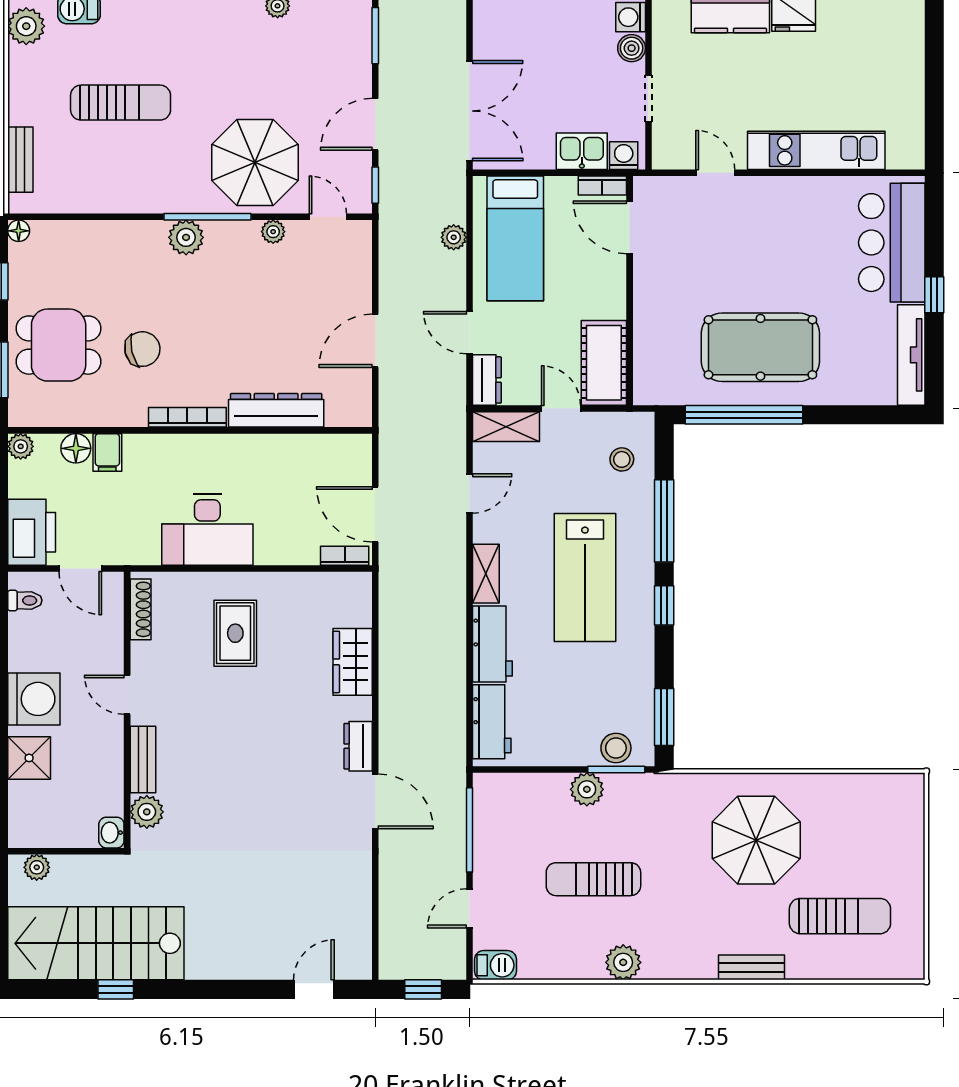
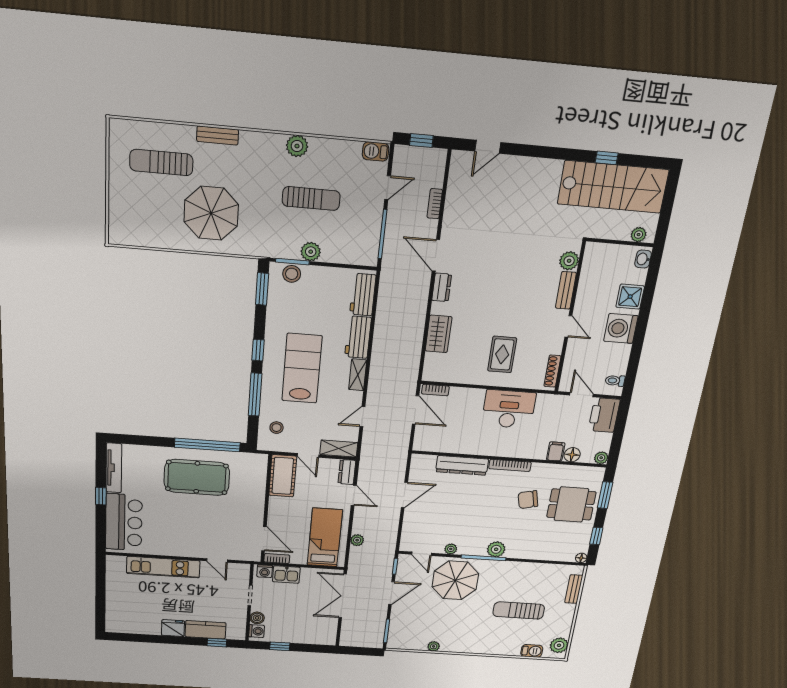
washbasin: (111, 833) -> (643, 259), moved, turned 180
bookcase: (388, 889) -> (435, 204), added

